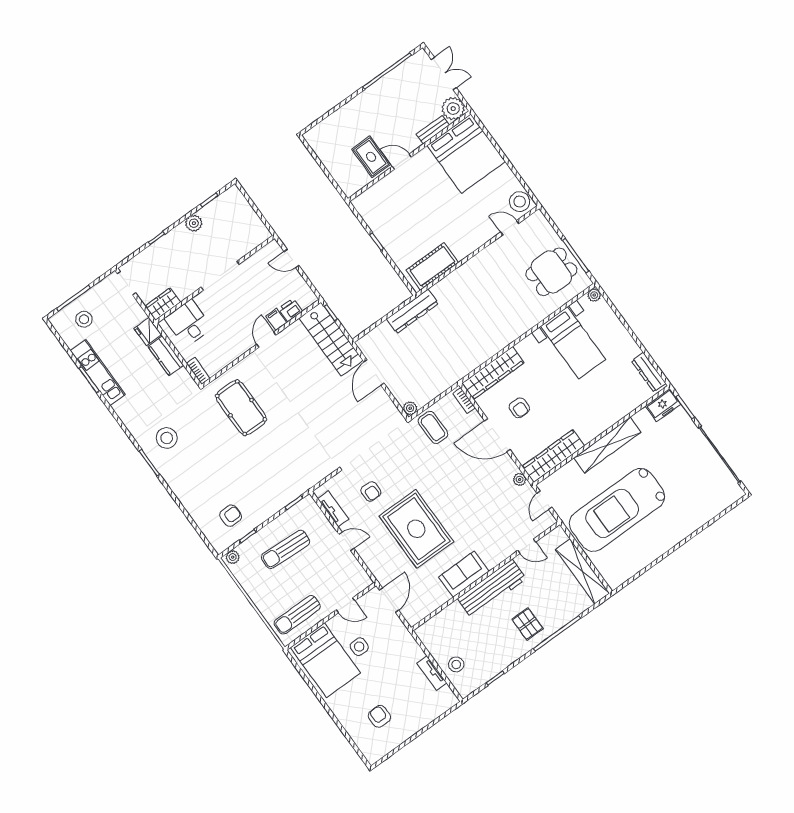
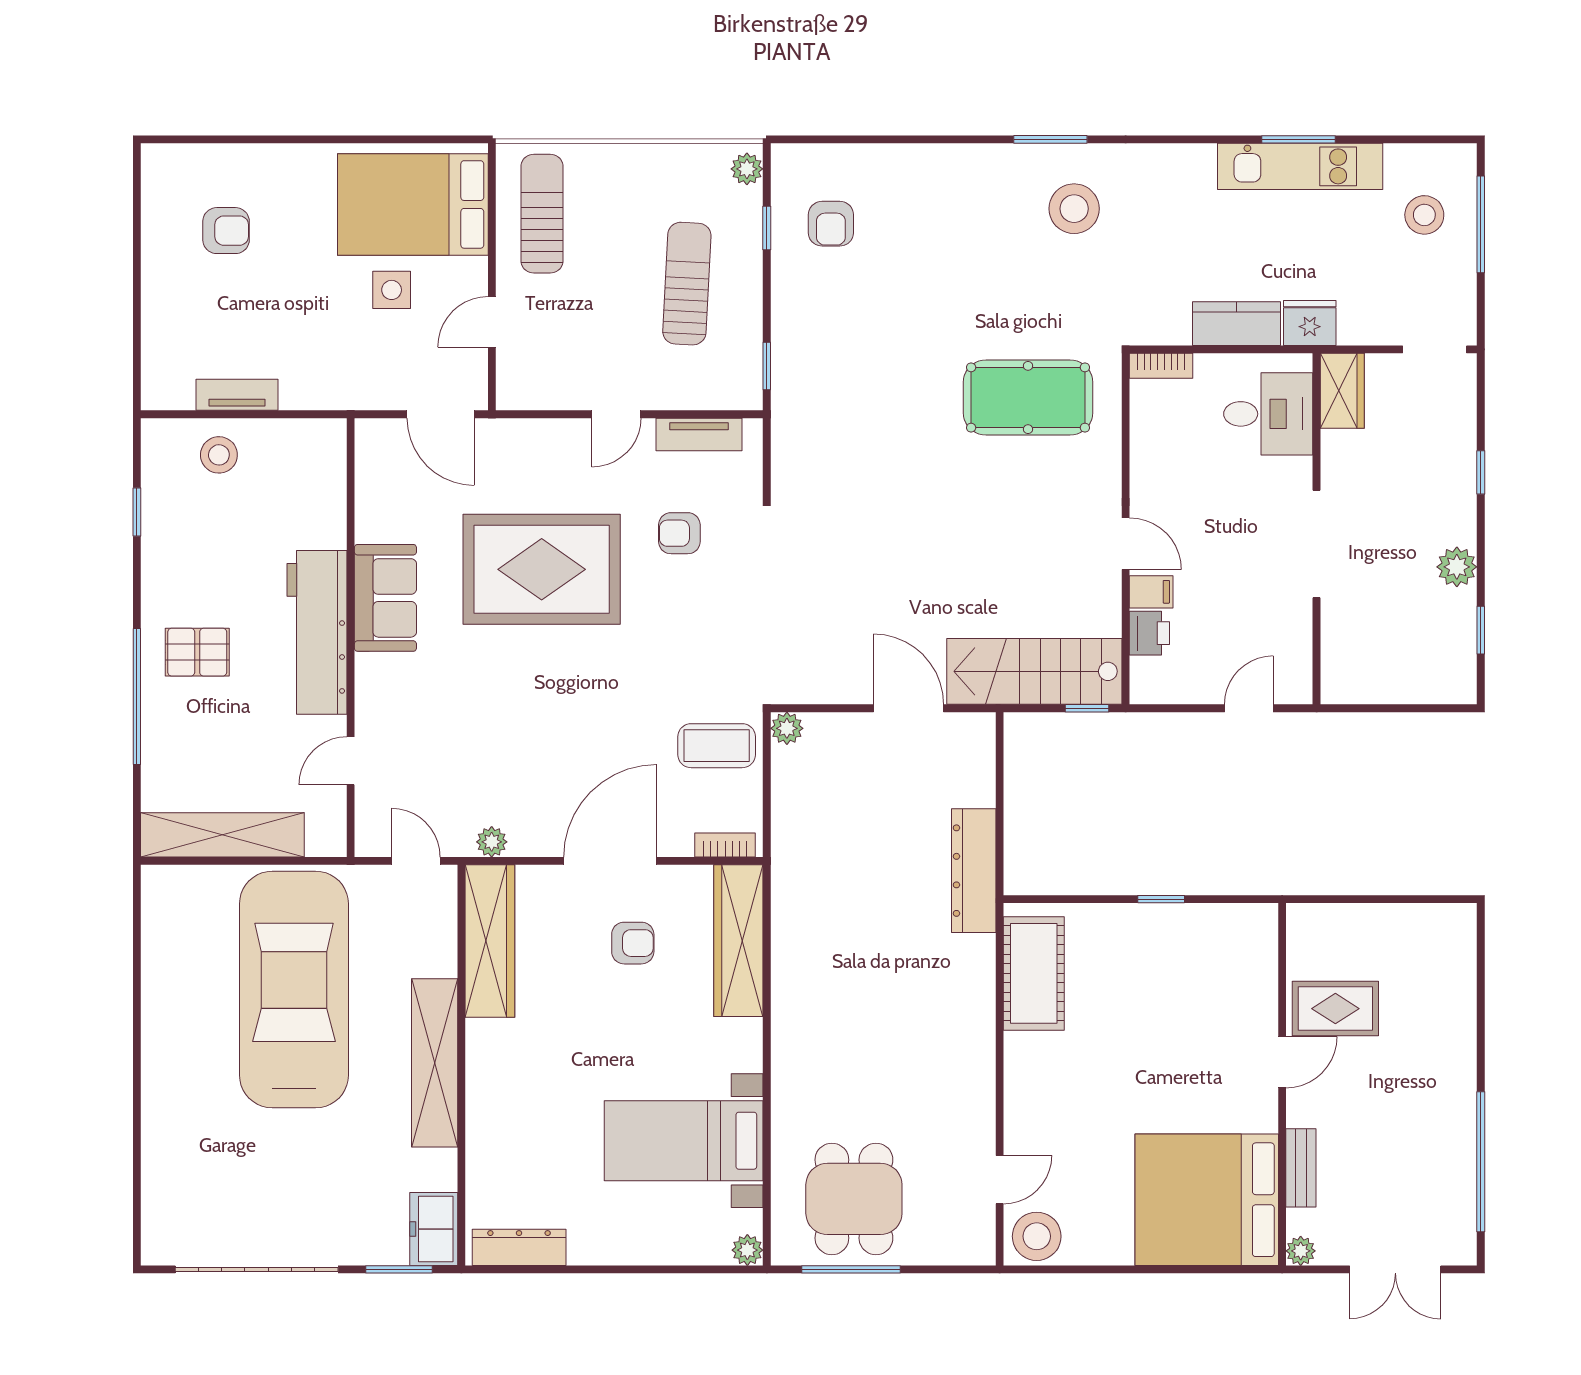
plant: (453, 109) -> (1301, 1251), width x0.53, depth x0.53
armchair: (519, 408) -> (633, 943), turned 180

